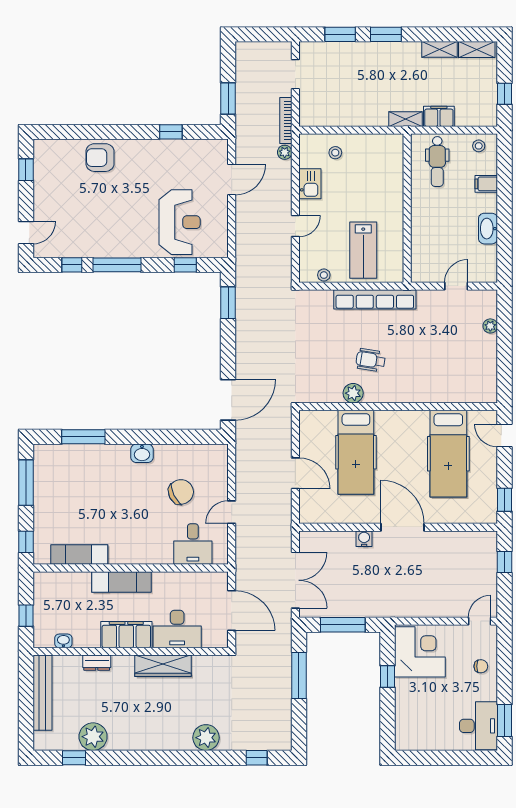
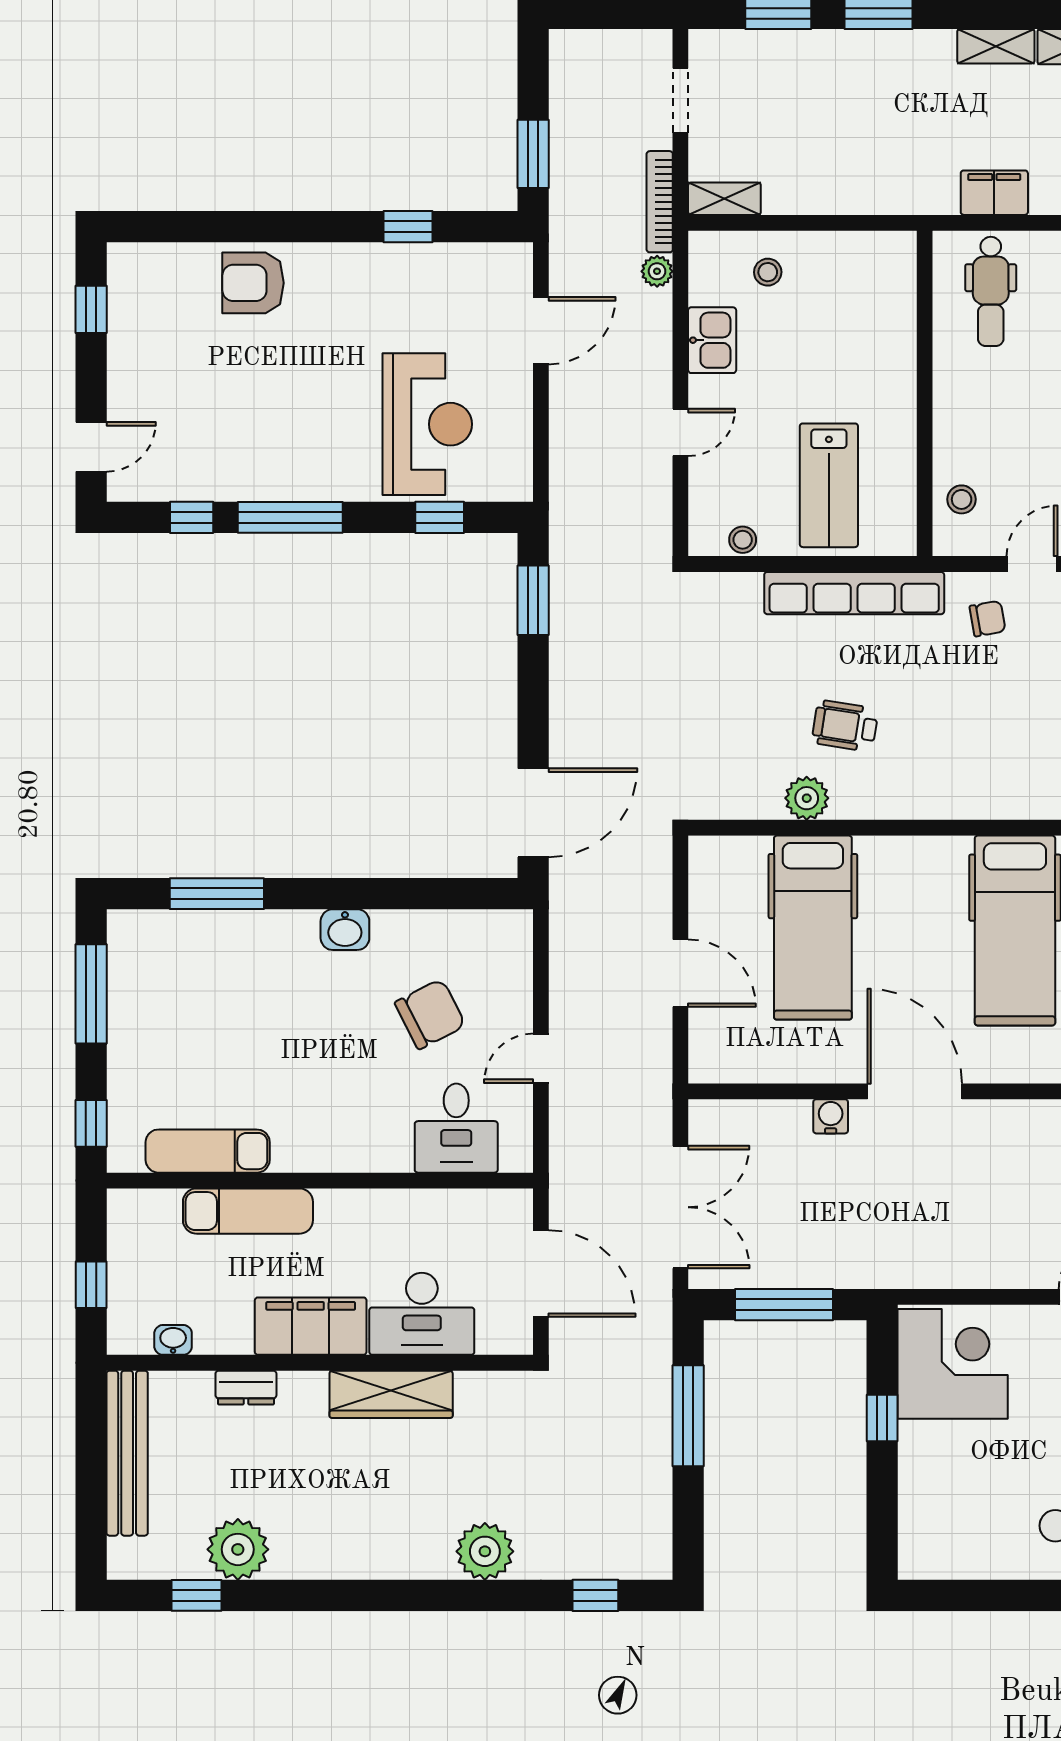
shelving: (406, 119) -> (724, 199), moved
stool: (424, 257) -> (962, 499), added
chair: (436, 311) -> (988, 619), added
exam couch: (121, 582) -> (248, 1211), moved

